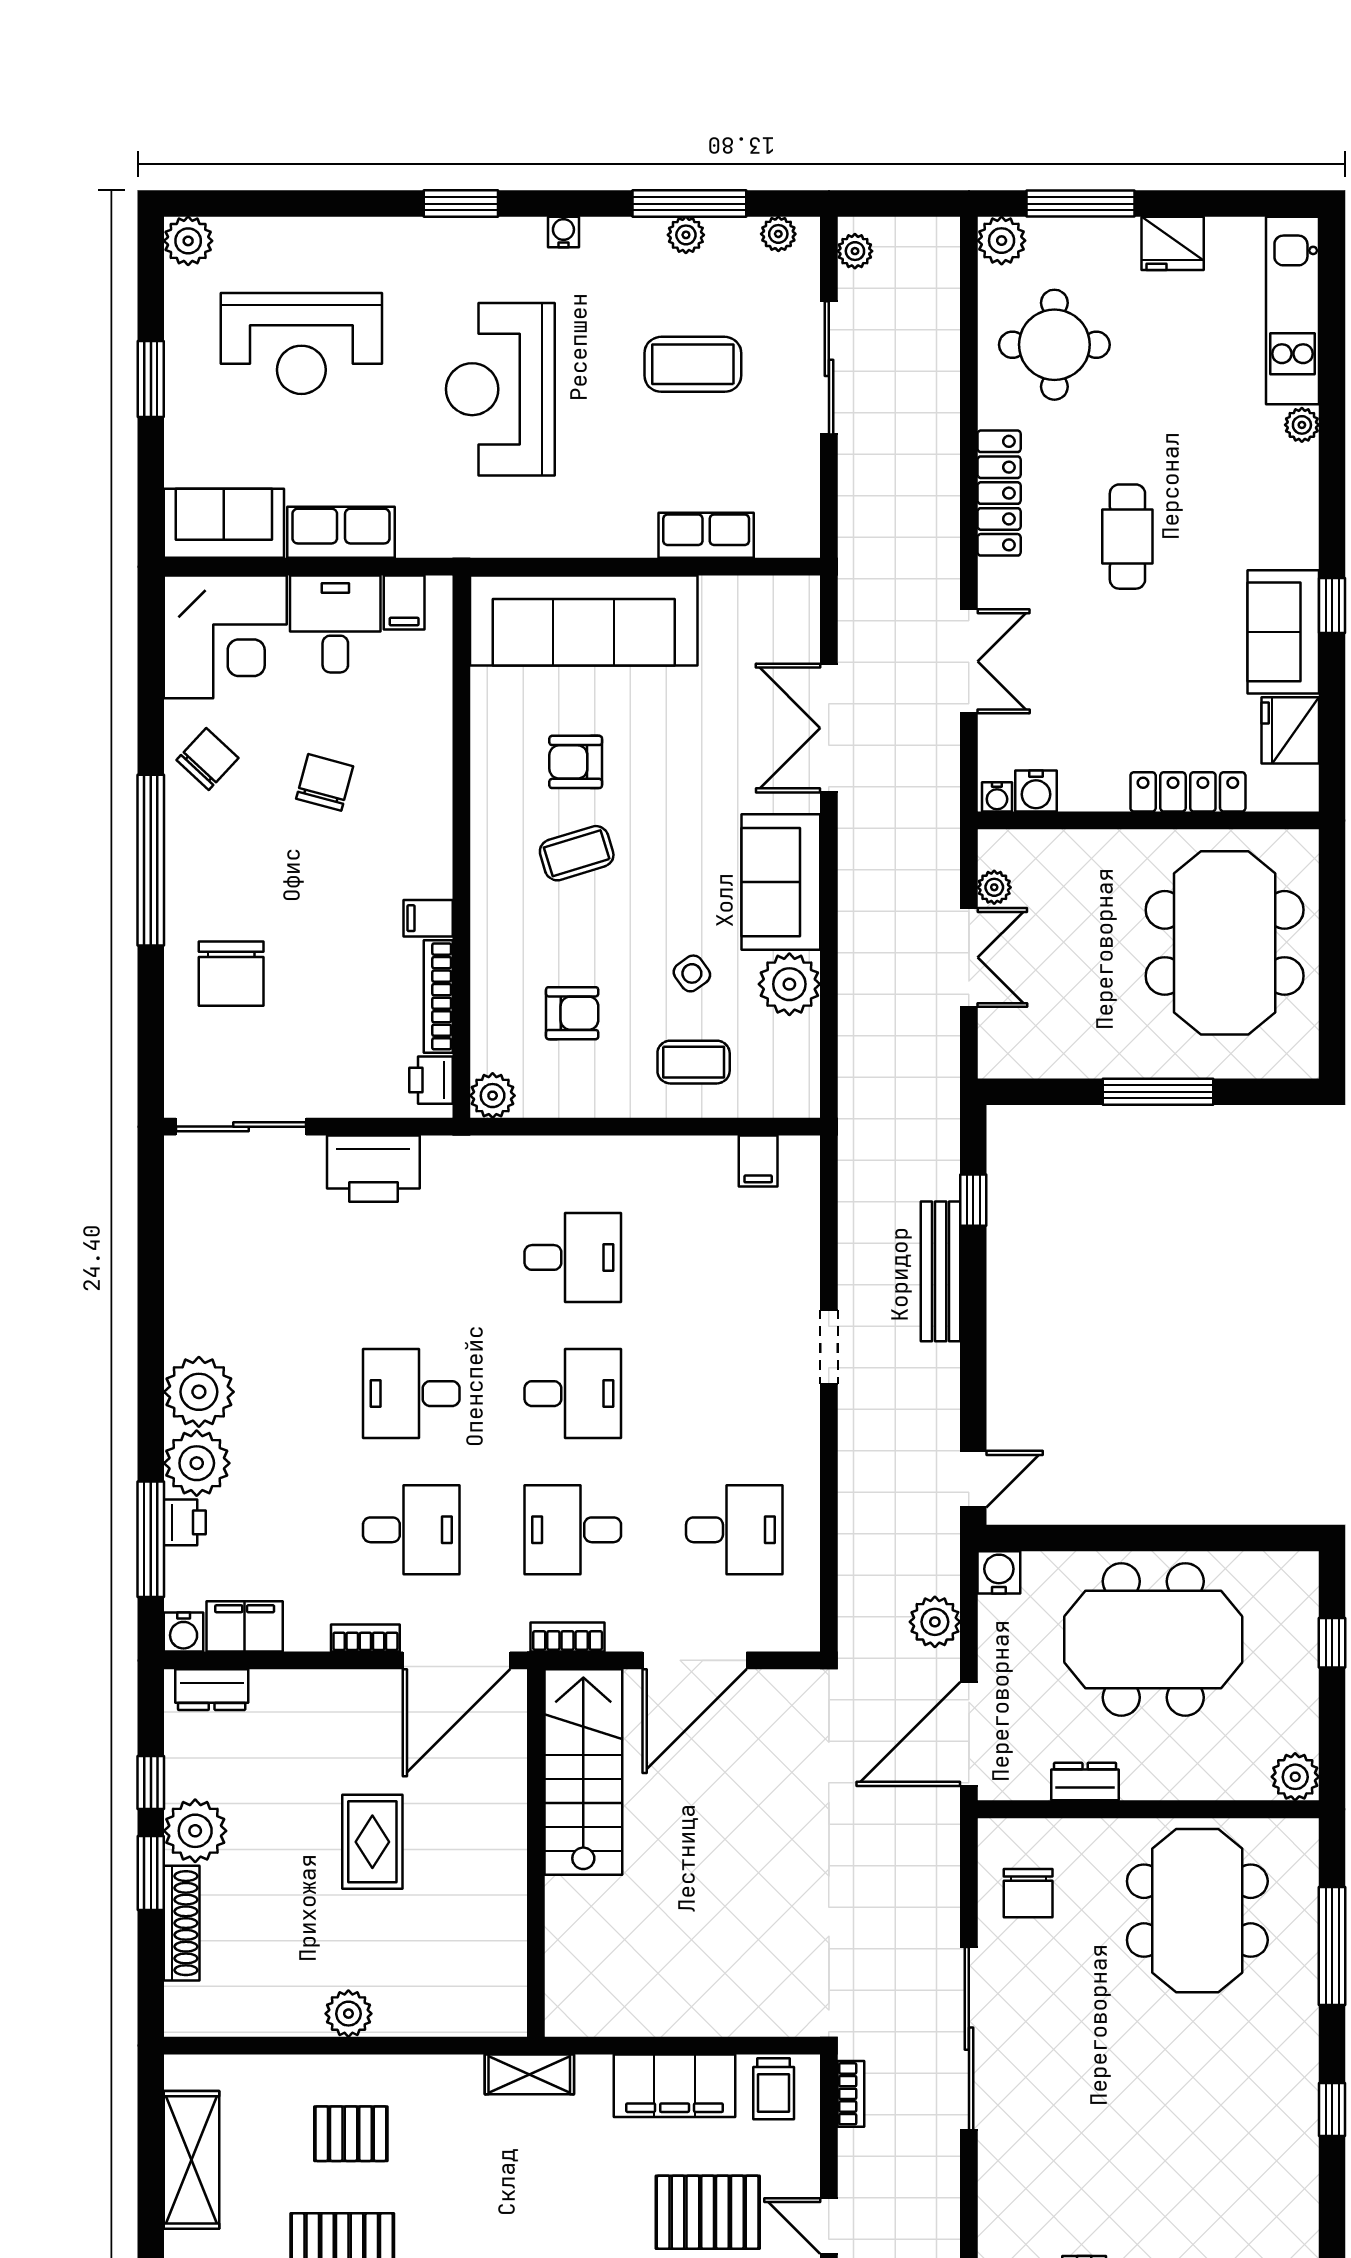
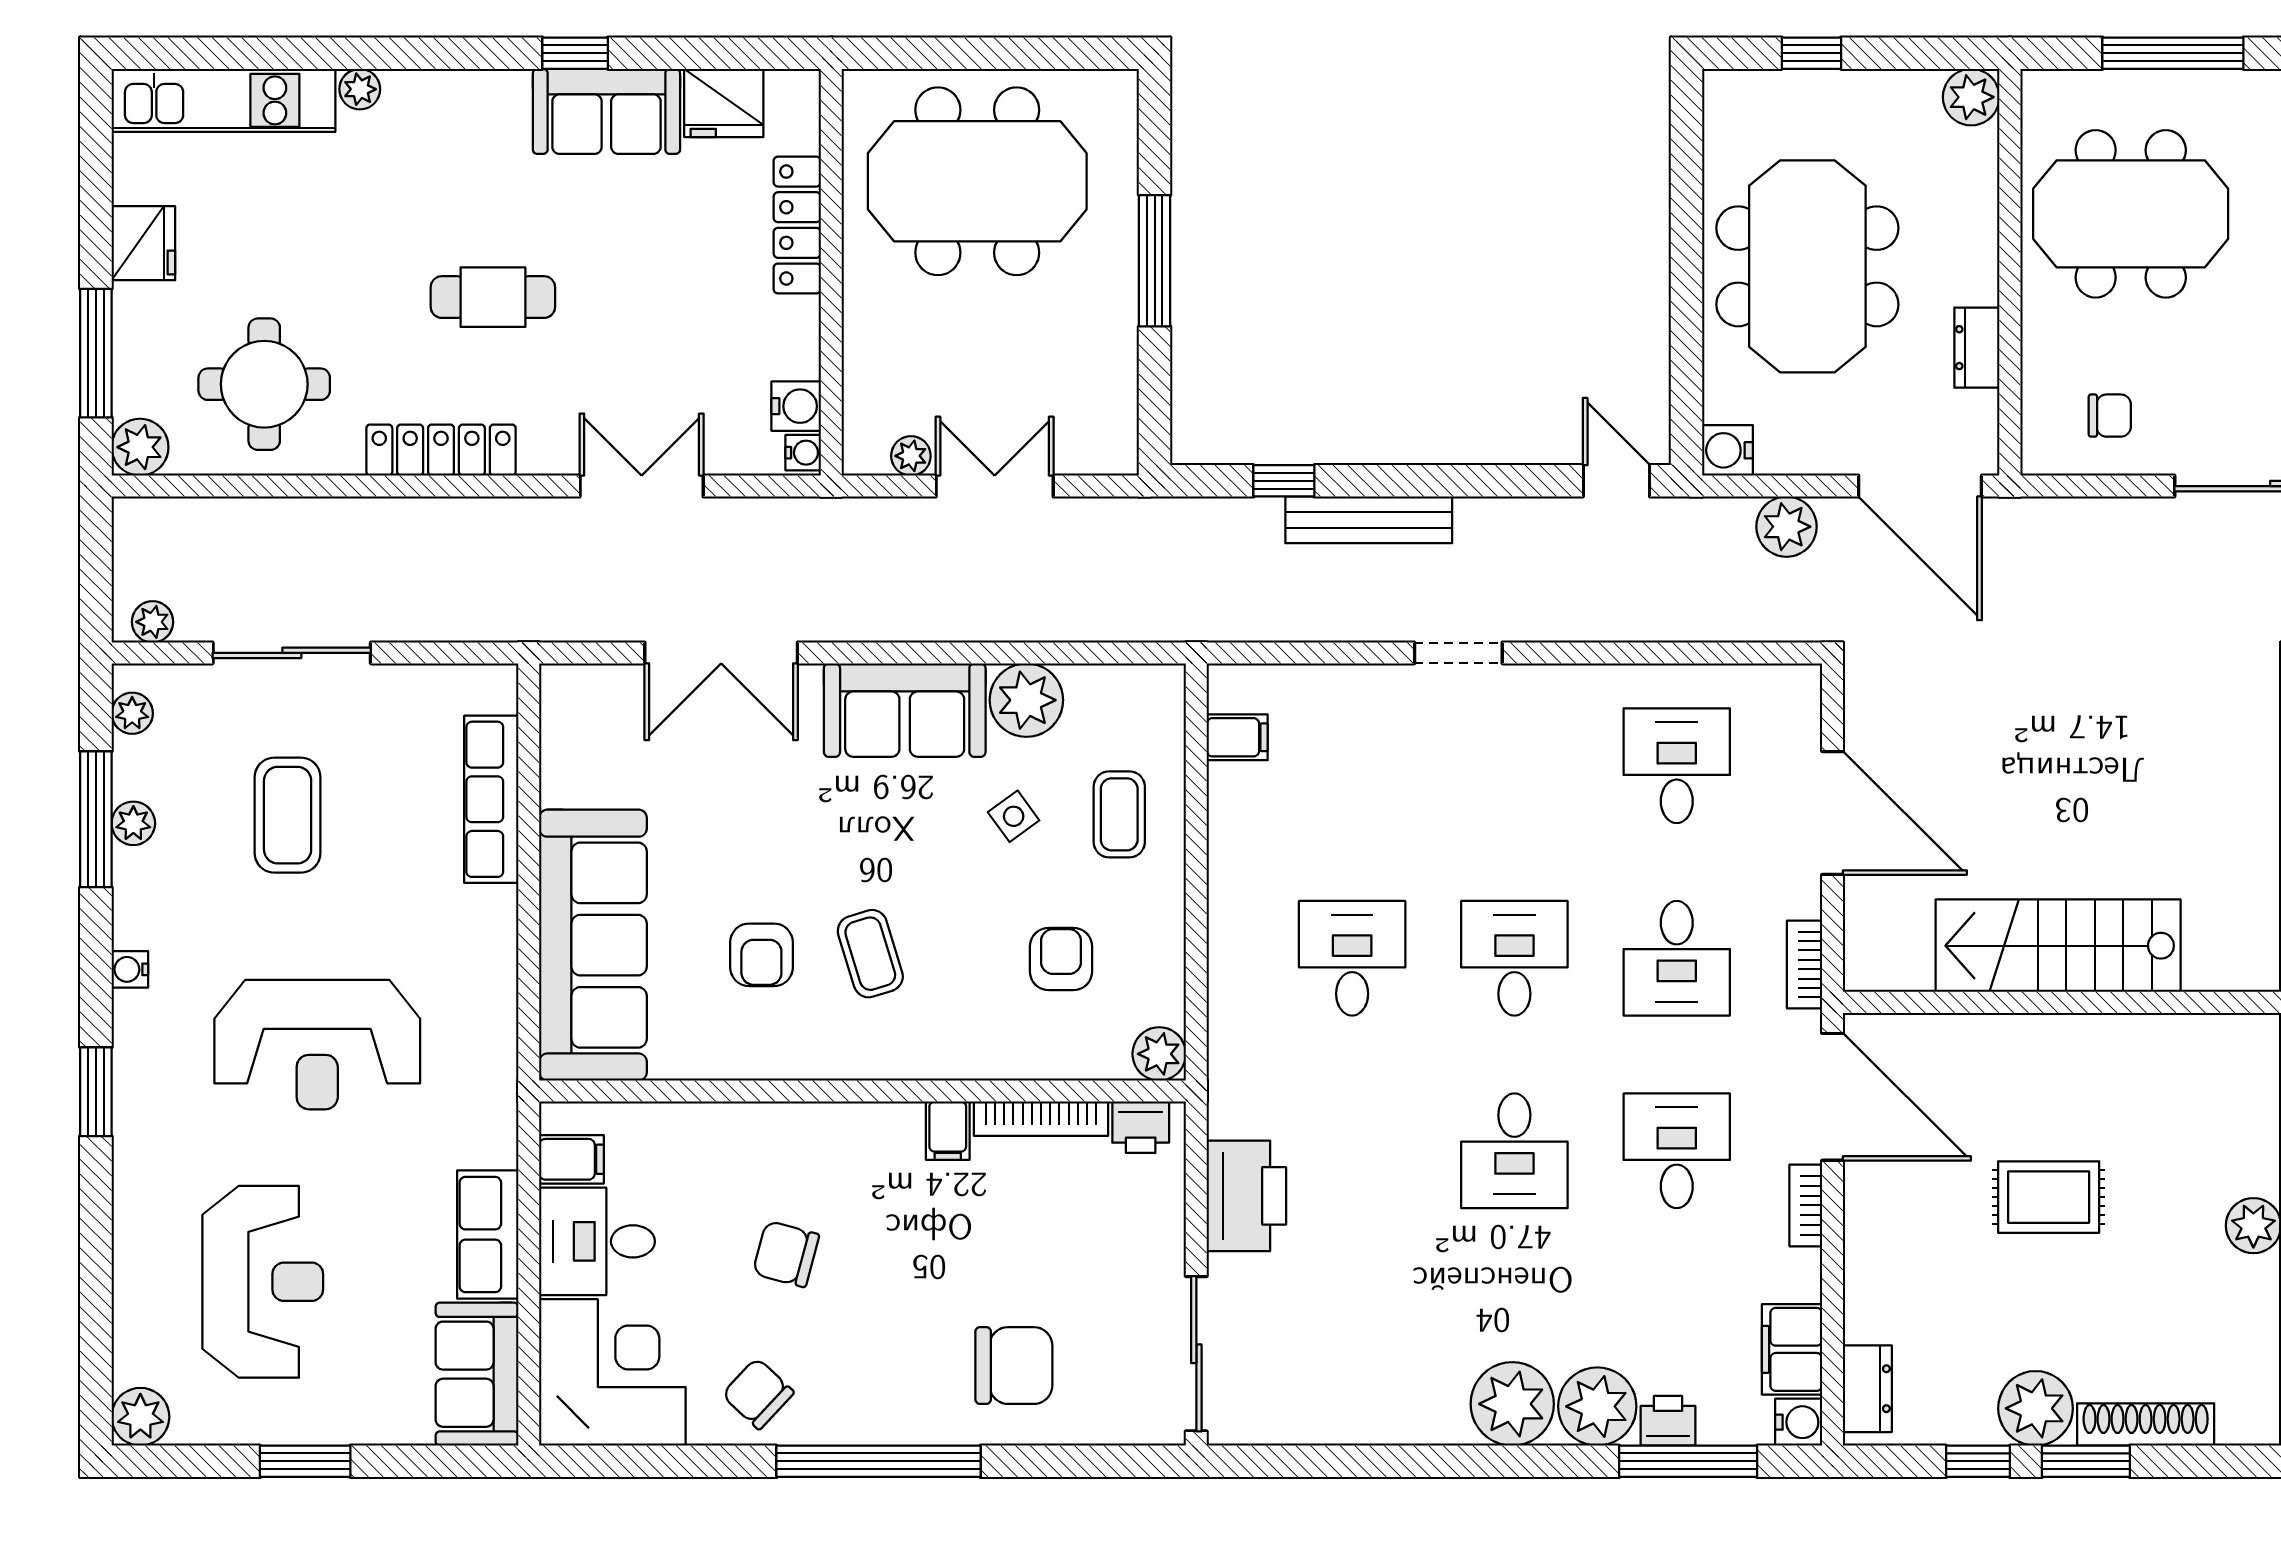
row of seats: (706, 535) -> (491, 799), width x1.48
stairs: (583, 1772) -> (2058, 946), moved
chair: (1028, 1893) -> (2110, 416), width x0.73, depth x0.73

